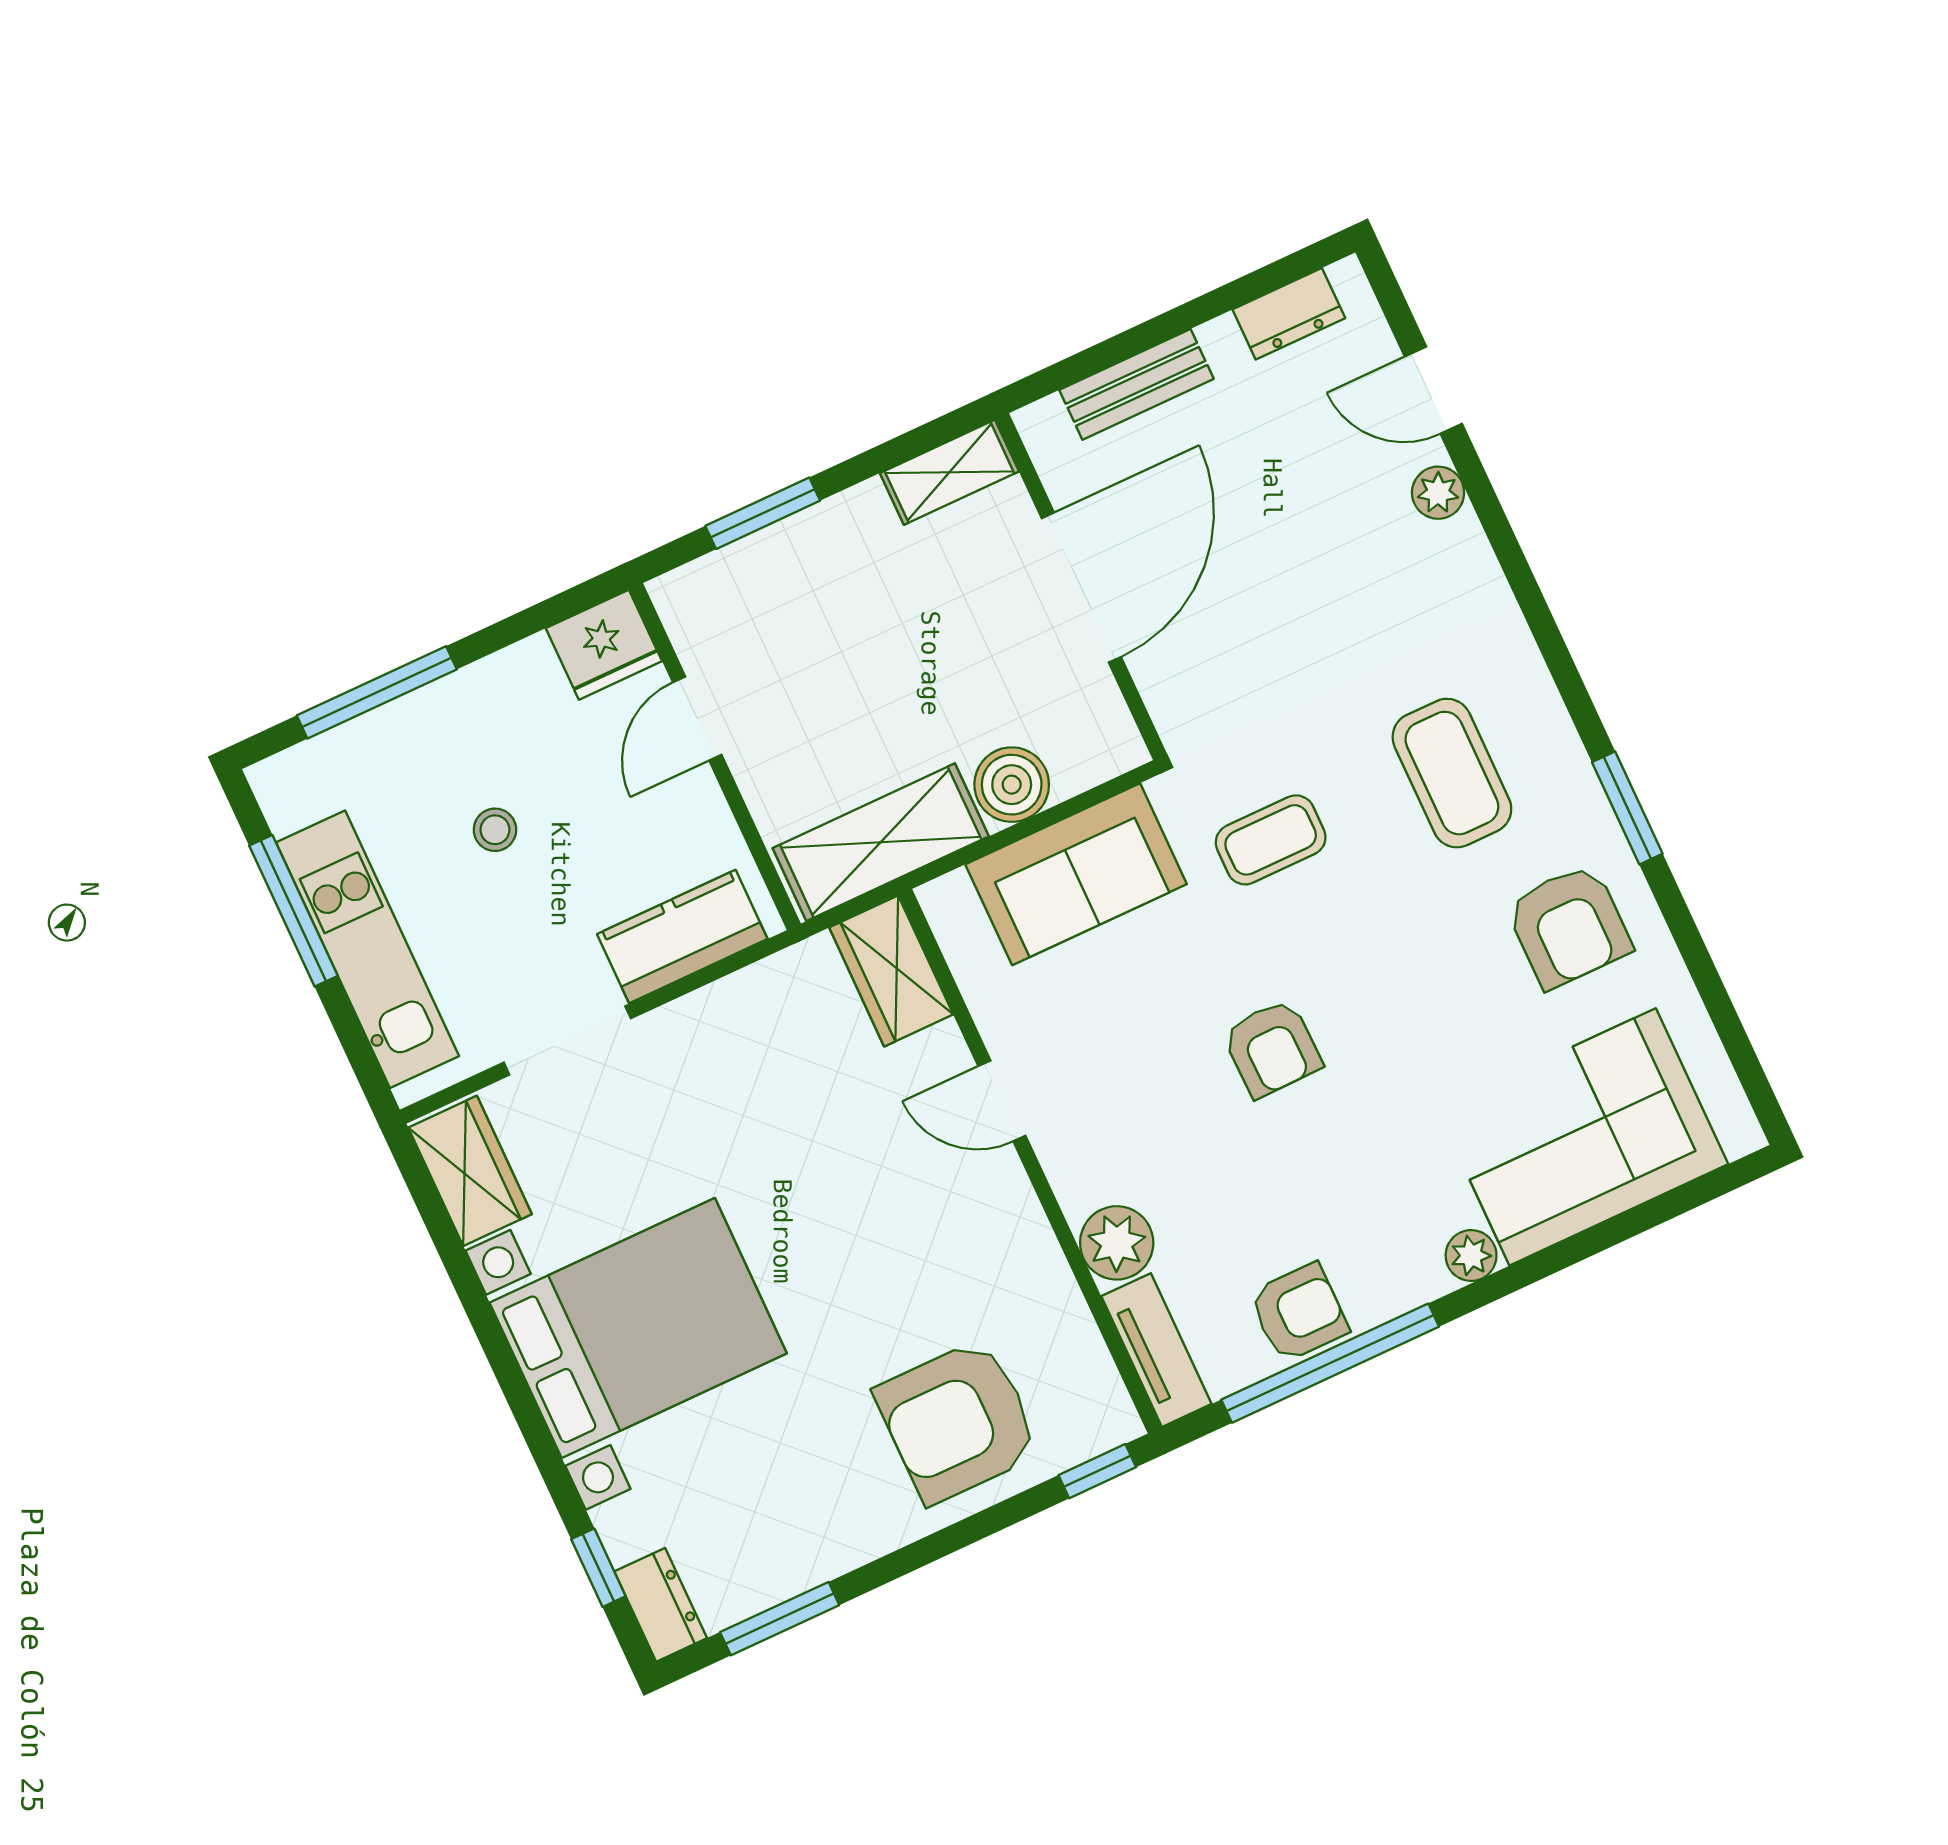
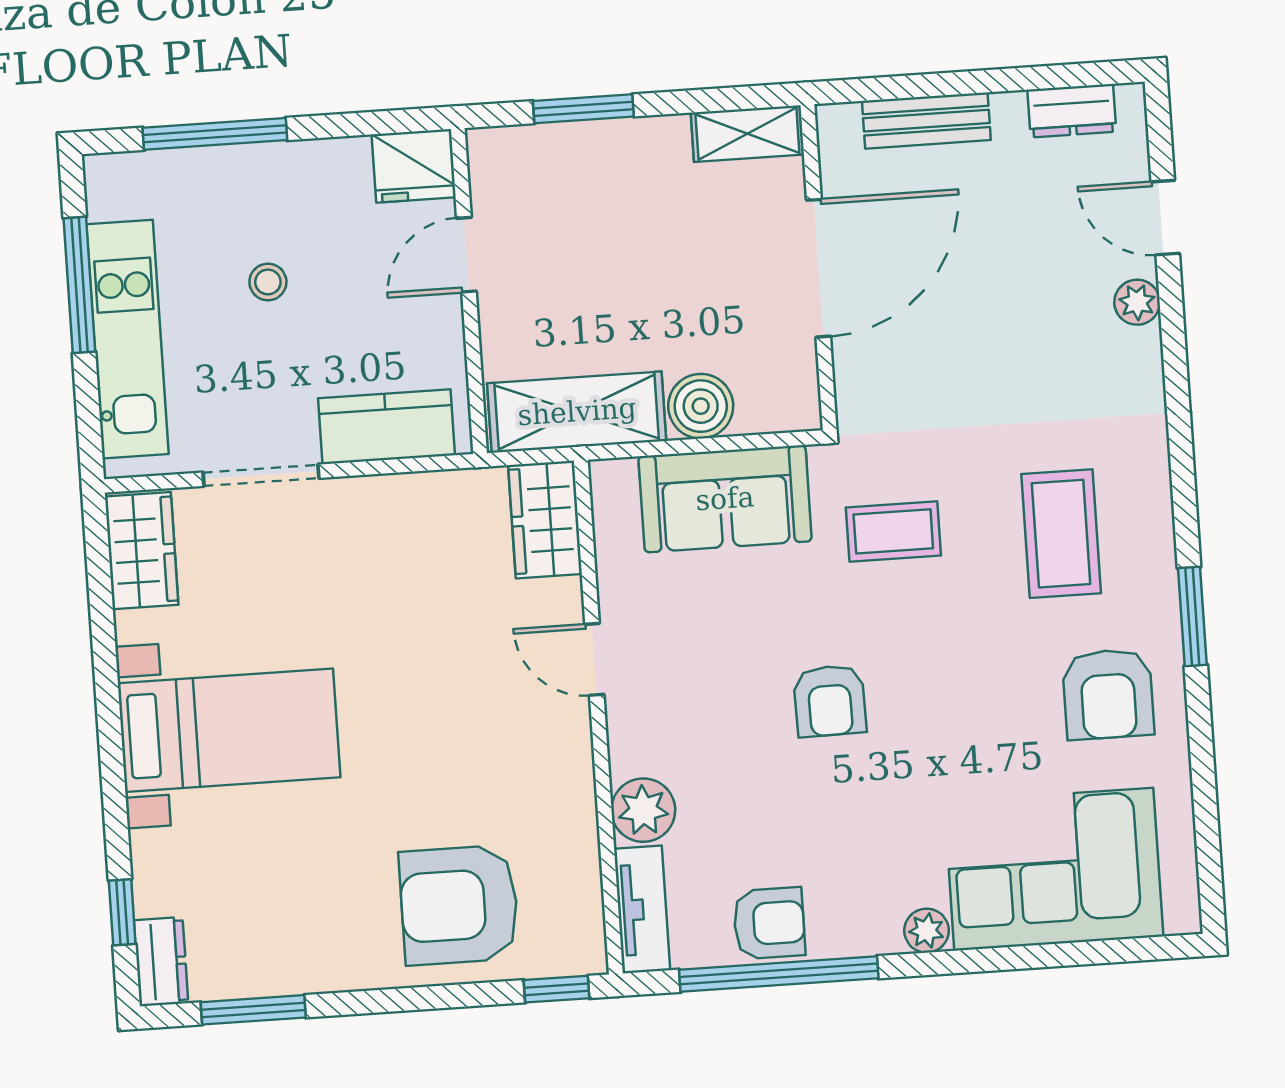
bed with nightstands: (638, 1328) -> (229, 730), width x0.73

